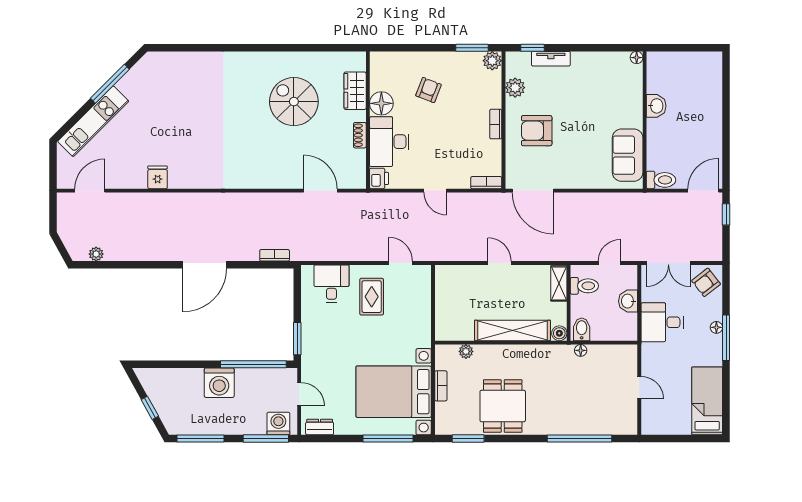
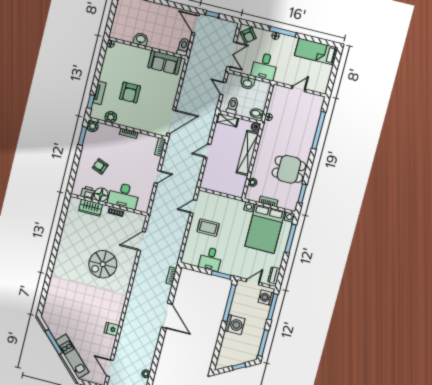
spiral stairs: (294, 102) -> (103, 264), moved
armchair: (537, 131) -> (130, 92), moved
printer: (379, 178) -> (88, 193), moved
desk: (331, 284) -> (211, 259), moved, turned -90

